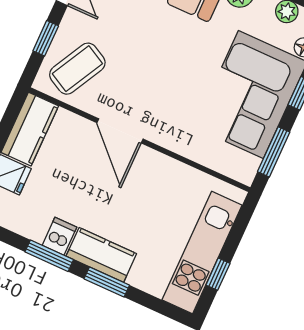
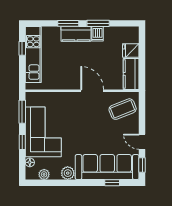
window: (46, 38) -> (142, 116), removed
coffee table: (77, 69) -> (123, 109), turned 40

